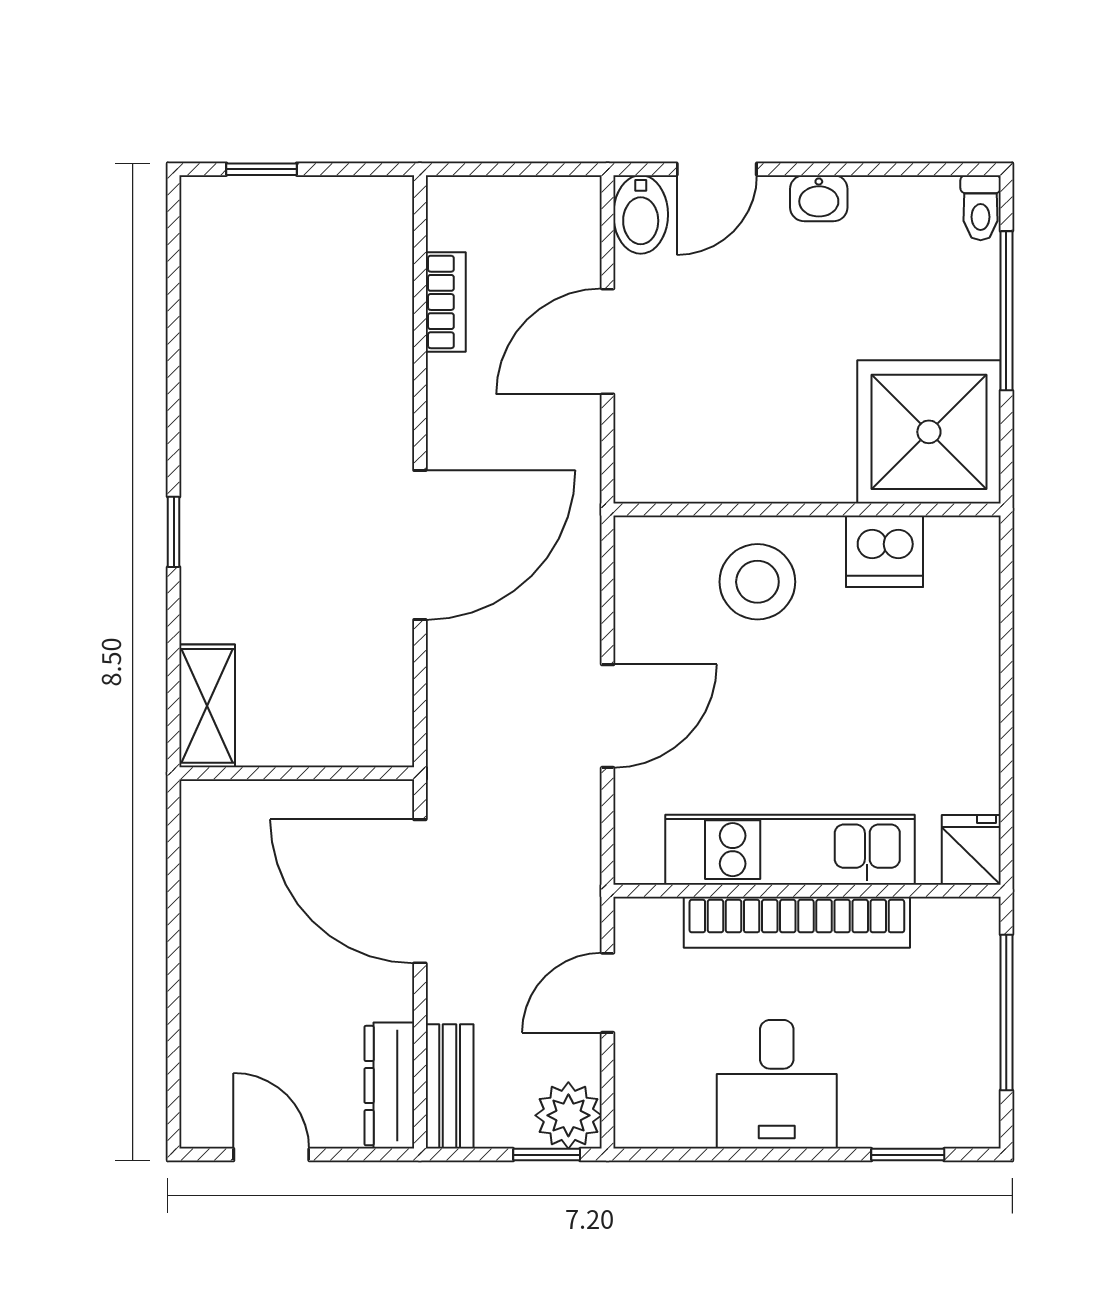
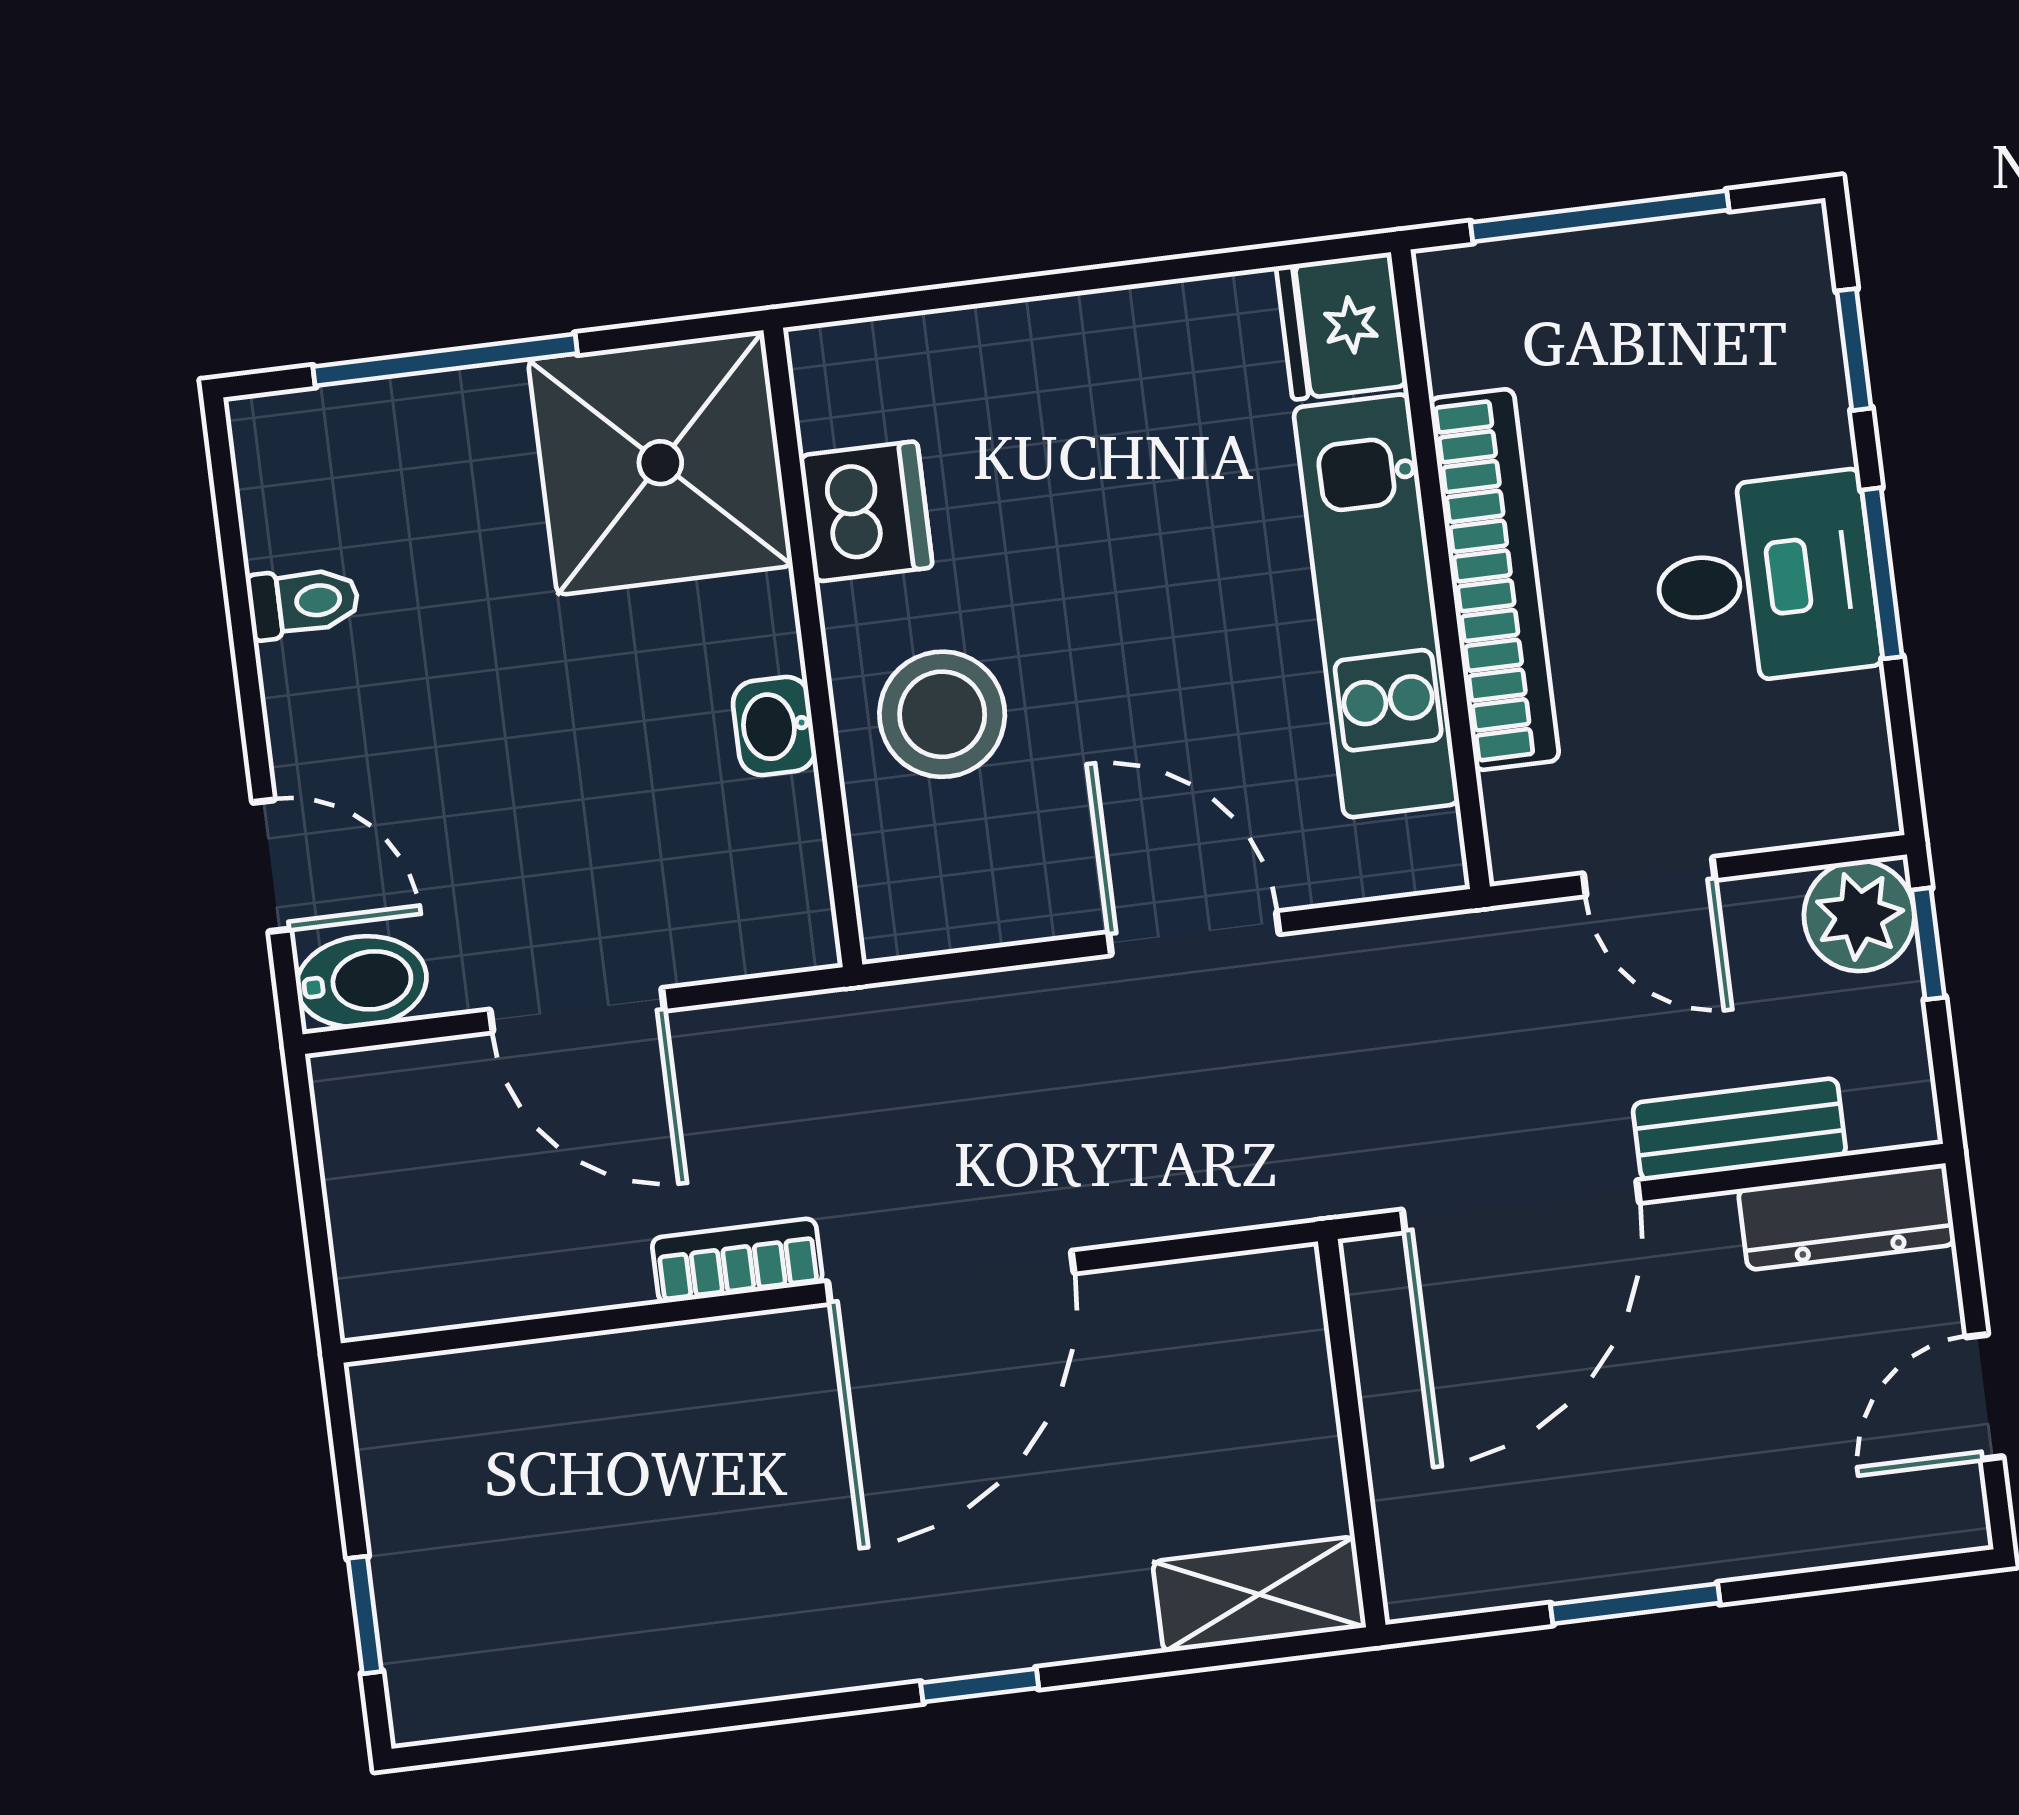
washbasin: (819, 198) -> (774, 726), moved, turned 180
toilet: (981, 208) -> (303, 602), moved
bookcase: (446, 302) -> (737, 1261), moved
door: (420, 545) -> (951, 1277), swing flipped
fridge: (971, 850) -> (1342, 326), width x1.38
window: (174, 930) -> (1635, 1604), added
bench: (450, 1086) -> (1739, 1129), moved
window: (772, 1155) -> (1882, 573), added

